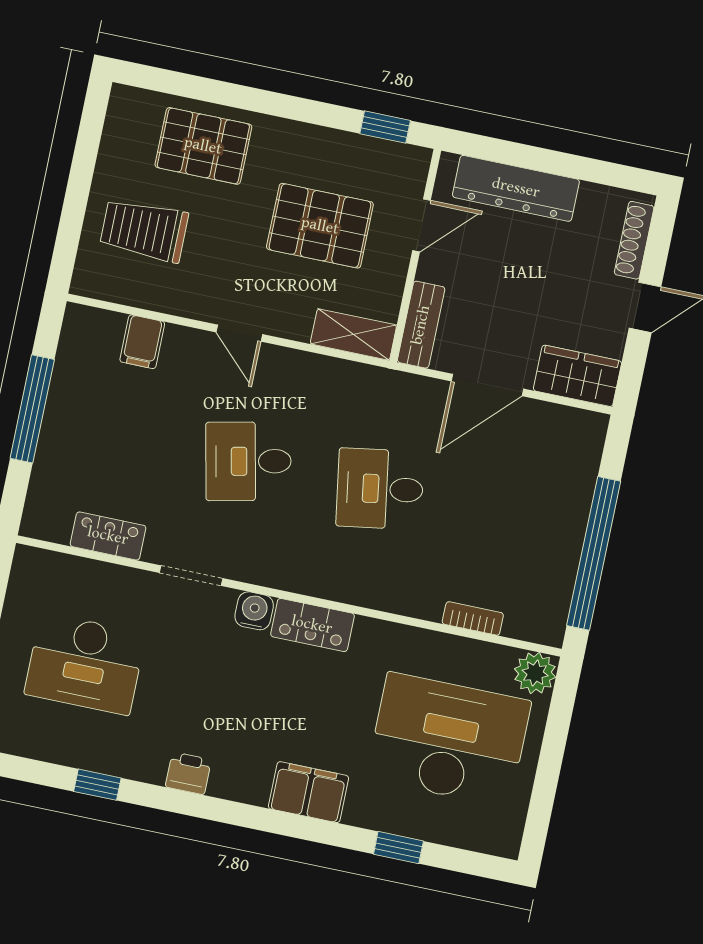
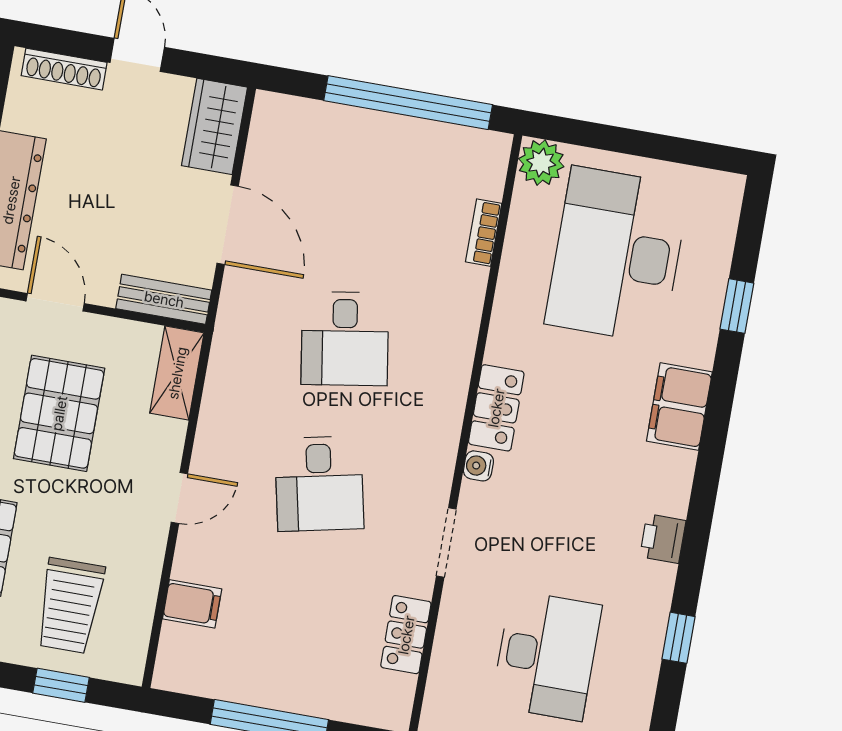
window: (72, 220) -> (61, 685), added
water cooler: (254, 611) -> (478, 466), width x0.72, depth x0.72

